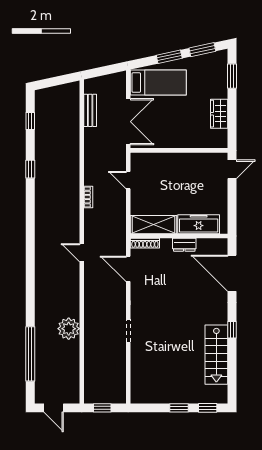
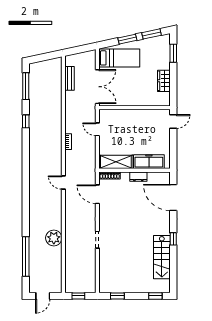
window: (30, 121) -> (26, 86), width x2.17
door: (54, 408) -> (43, 296), hinge flipped
window: (179, 408) -> (117, 296), moved

